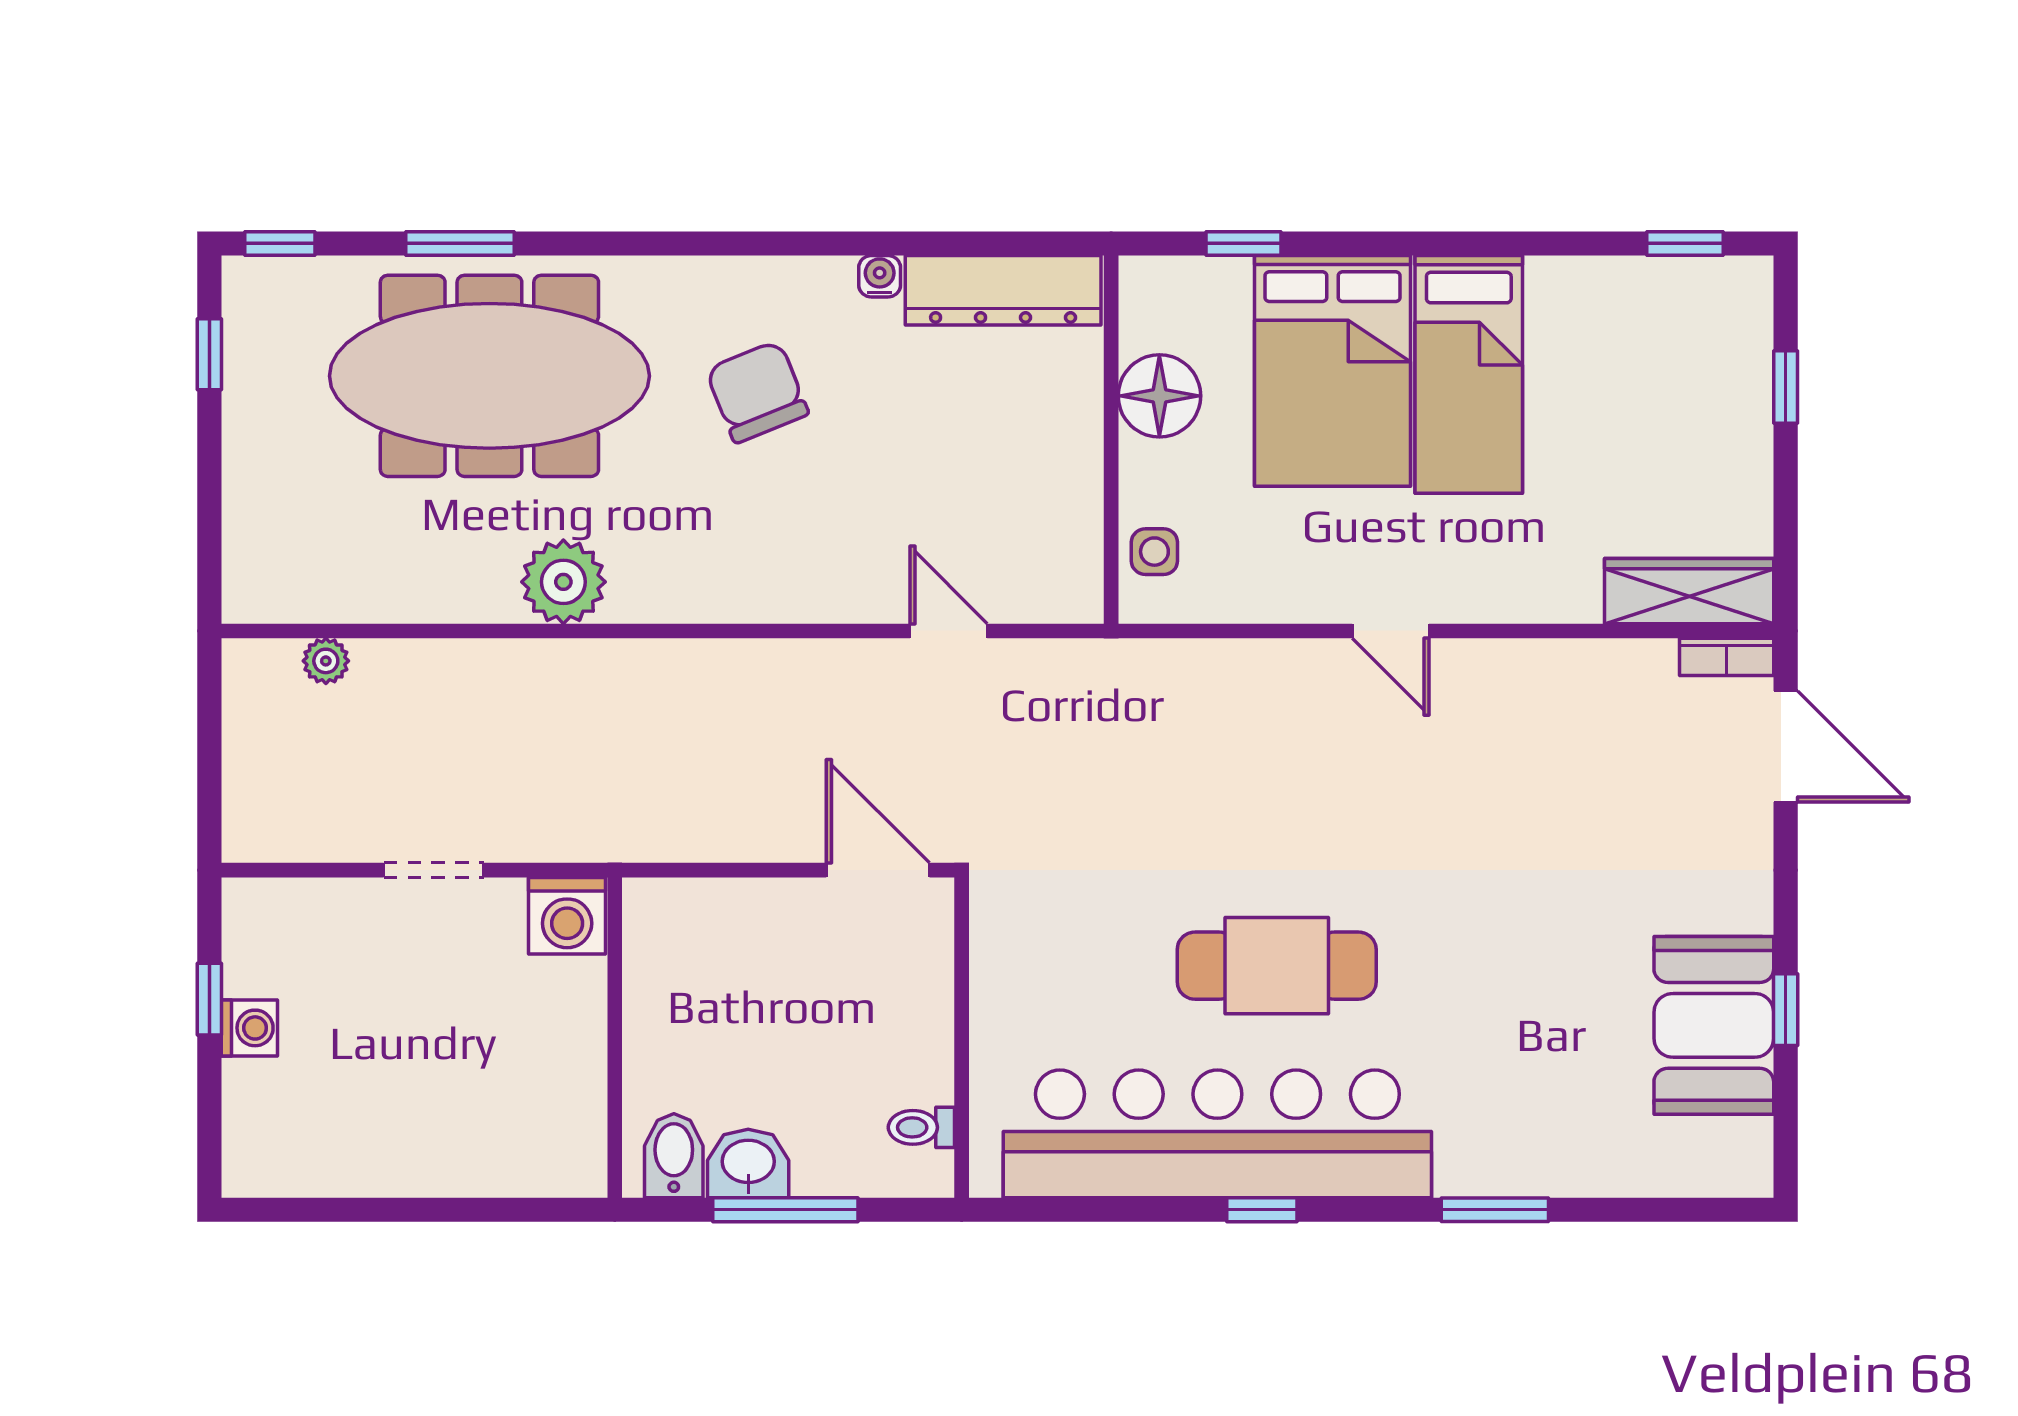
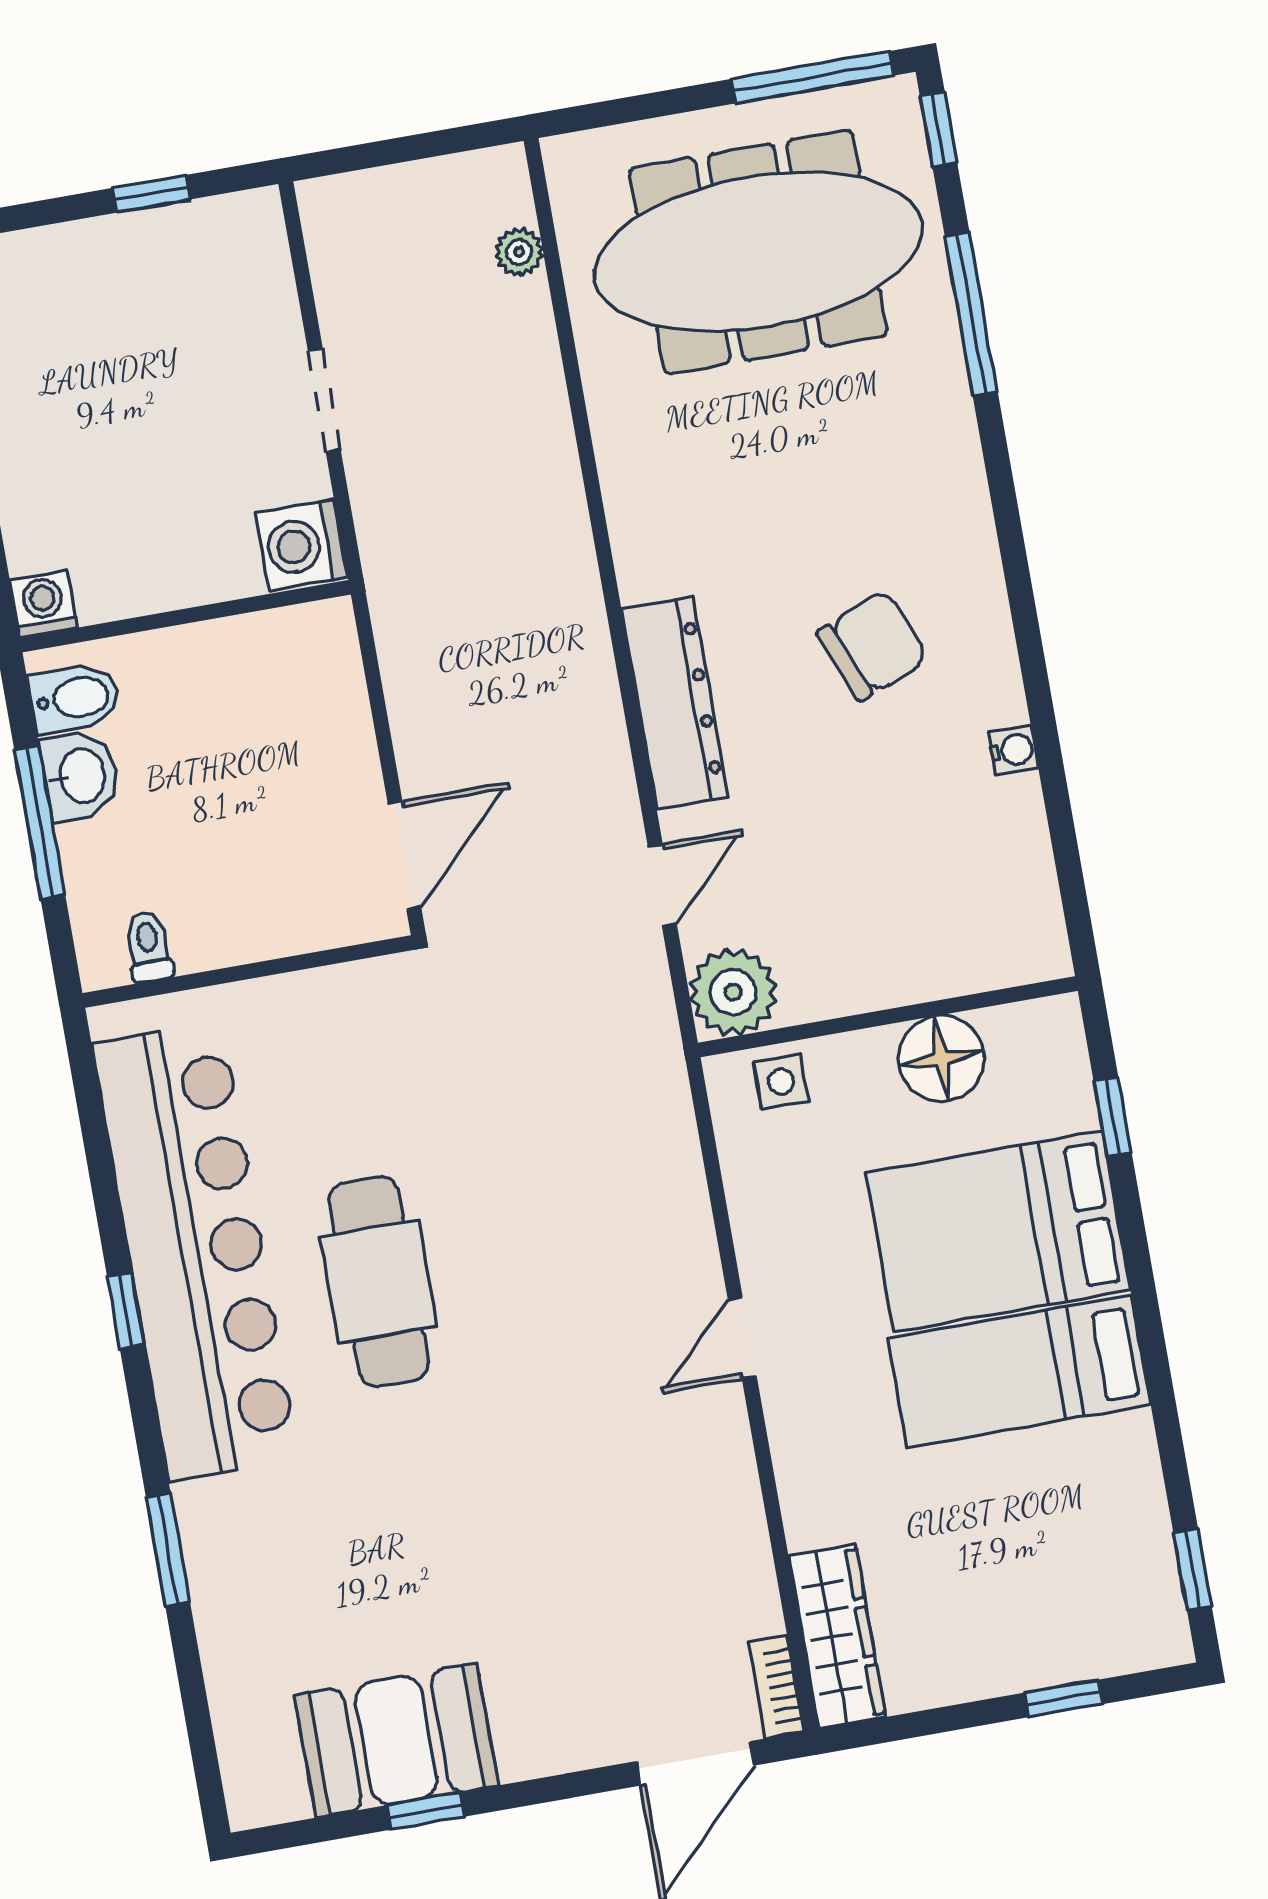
window: (460, 243) -> (971, 314), width x1.44
dresser: (1003, 290) -> (675, 703), moved, turned 180
window: (209, 354) -> (812, 77), width x2.17
meeting table: (489, 376) -> (758, 252), moved, turned 90
plant: (563, 582) -> (733, 992), moved
washing machine: (249, 1028) -> (43, 604), moved, turned 180

